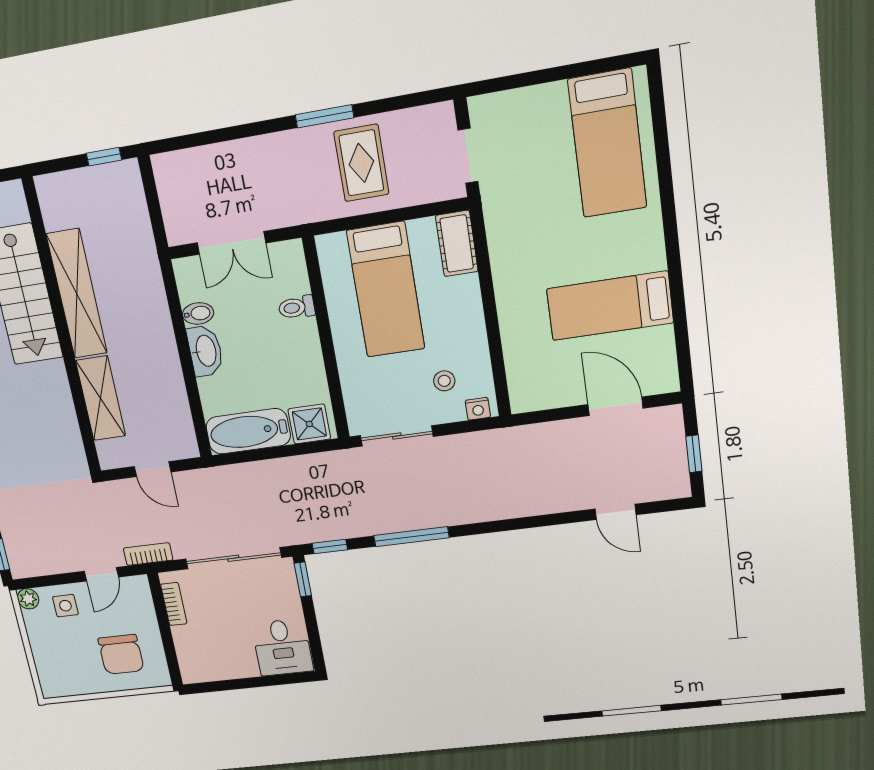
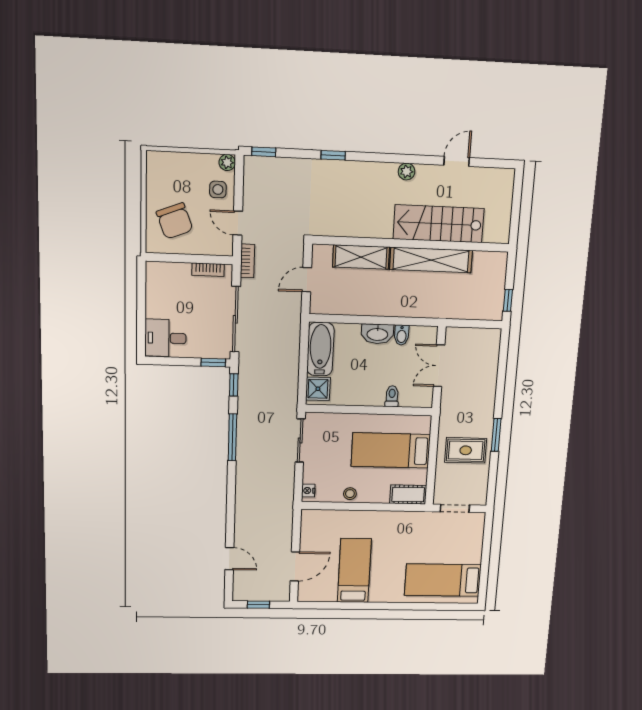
stool: (444, 381) -> (350, 494), moved
door: (616, 512) -> (229, 559), swing flipped
chair: (121, 654) -> (175, 221), turned -111

